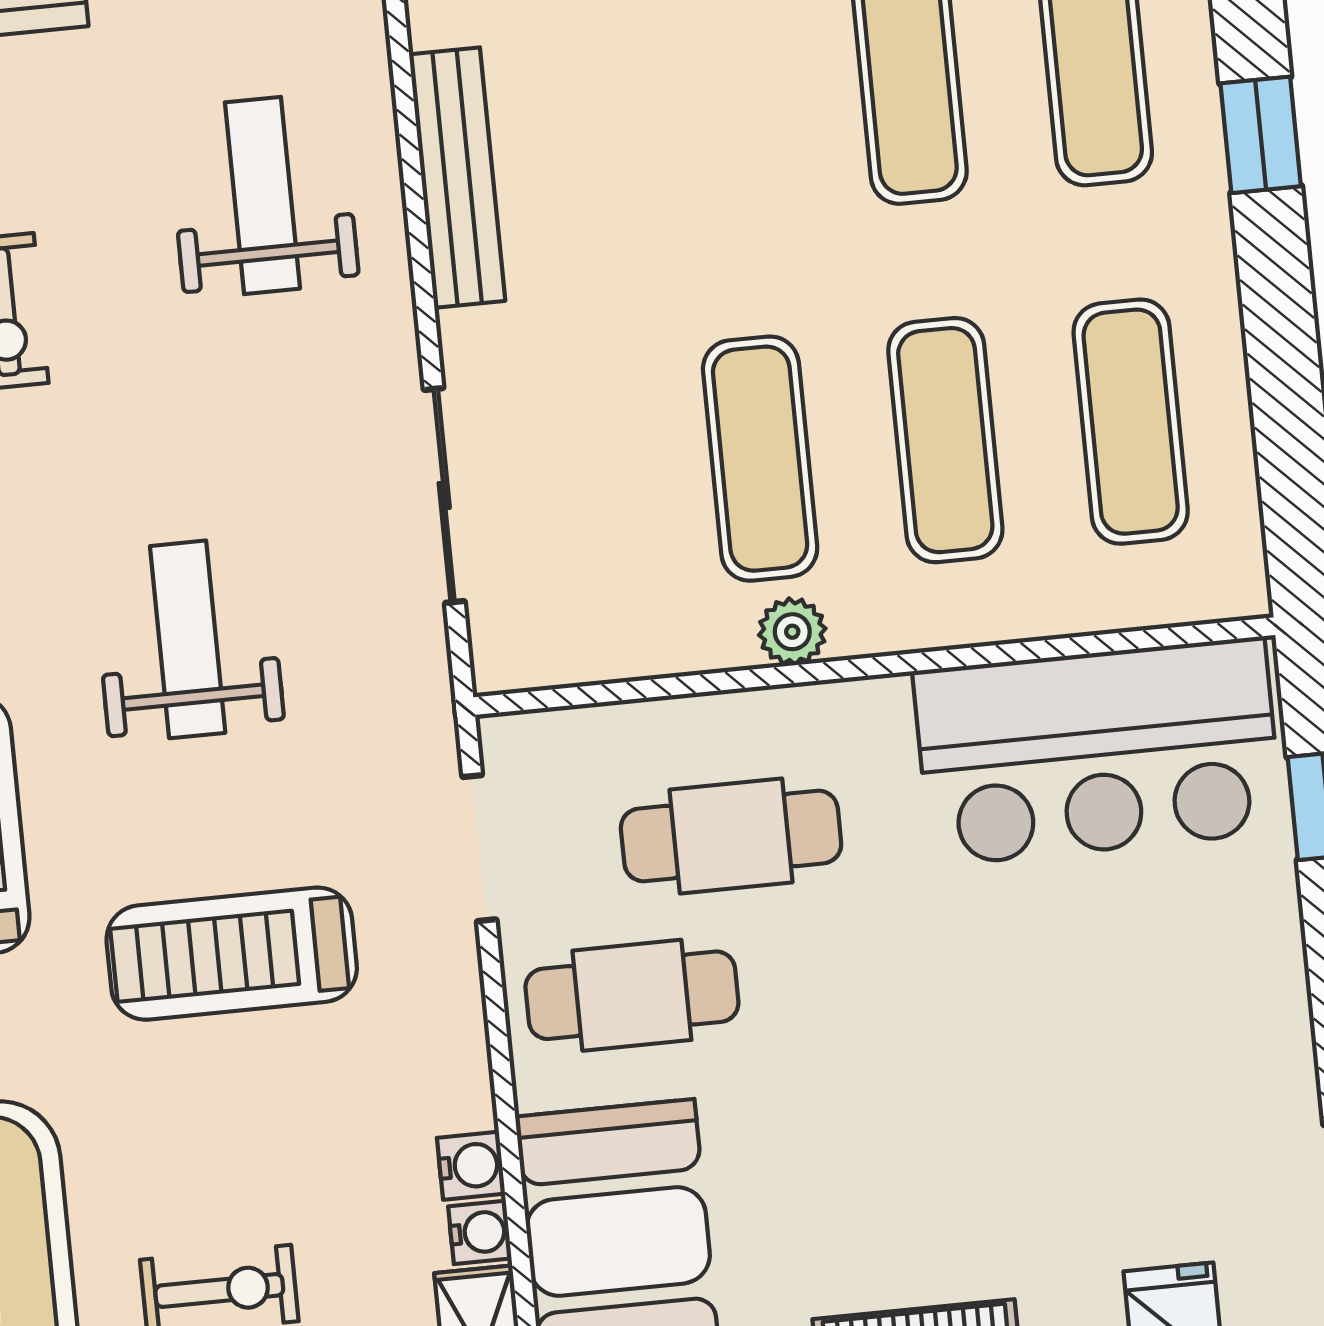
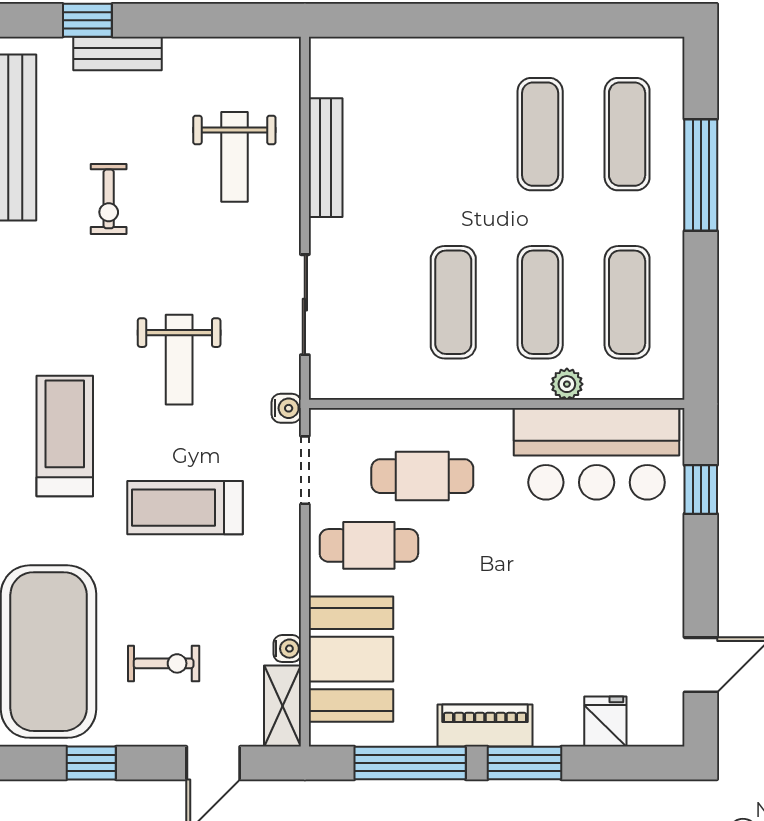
window: (1261, 135) -> (701, 175), width x2.17
weight bench: (262, 195) -> (234, 157), turned 180
plant: (792, 632) -> (567, 384), moved
weight bench: (188, 639) -> (179, 360), turned 180
water cooler: (471, 1166) -> (286, 408), moved

